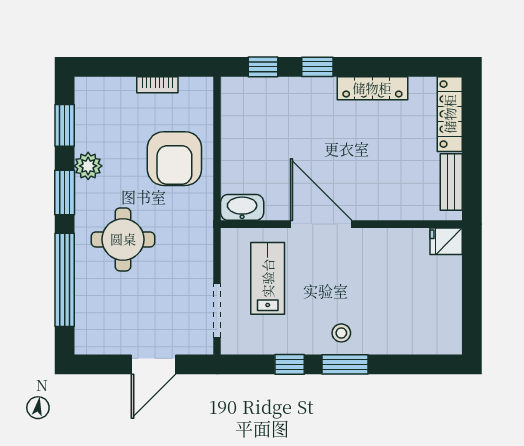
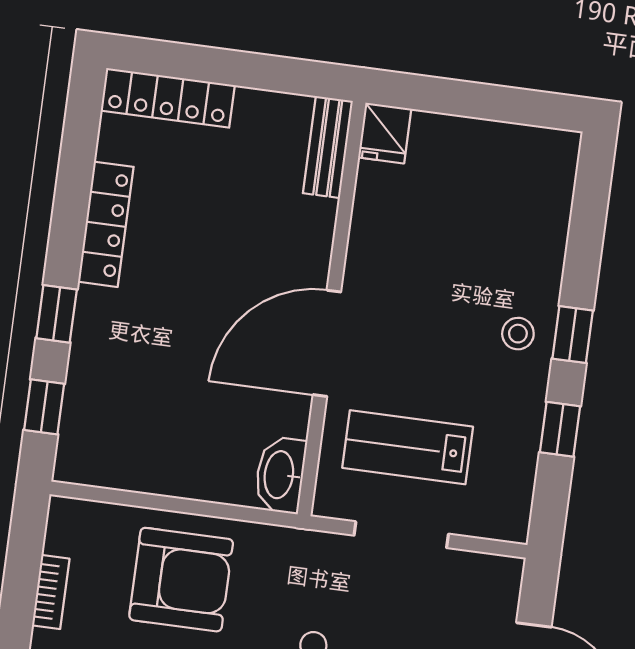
bench: (451, 182) -> (328, 147), moved, turned 90
doorway: (217, 310) -> (401, 535), moved
window: (345, 364) -> (573, 335), width x0.67

